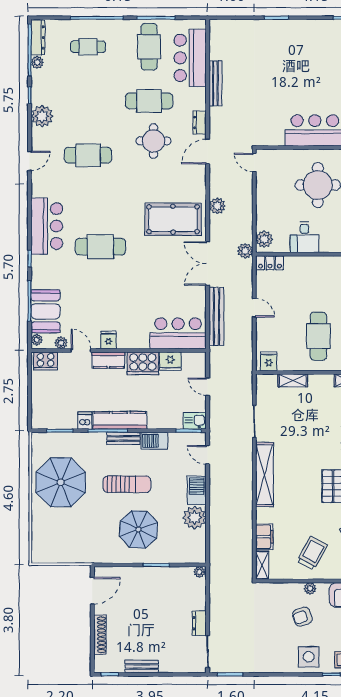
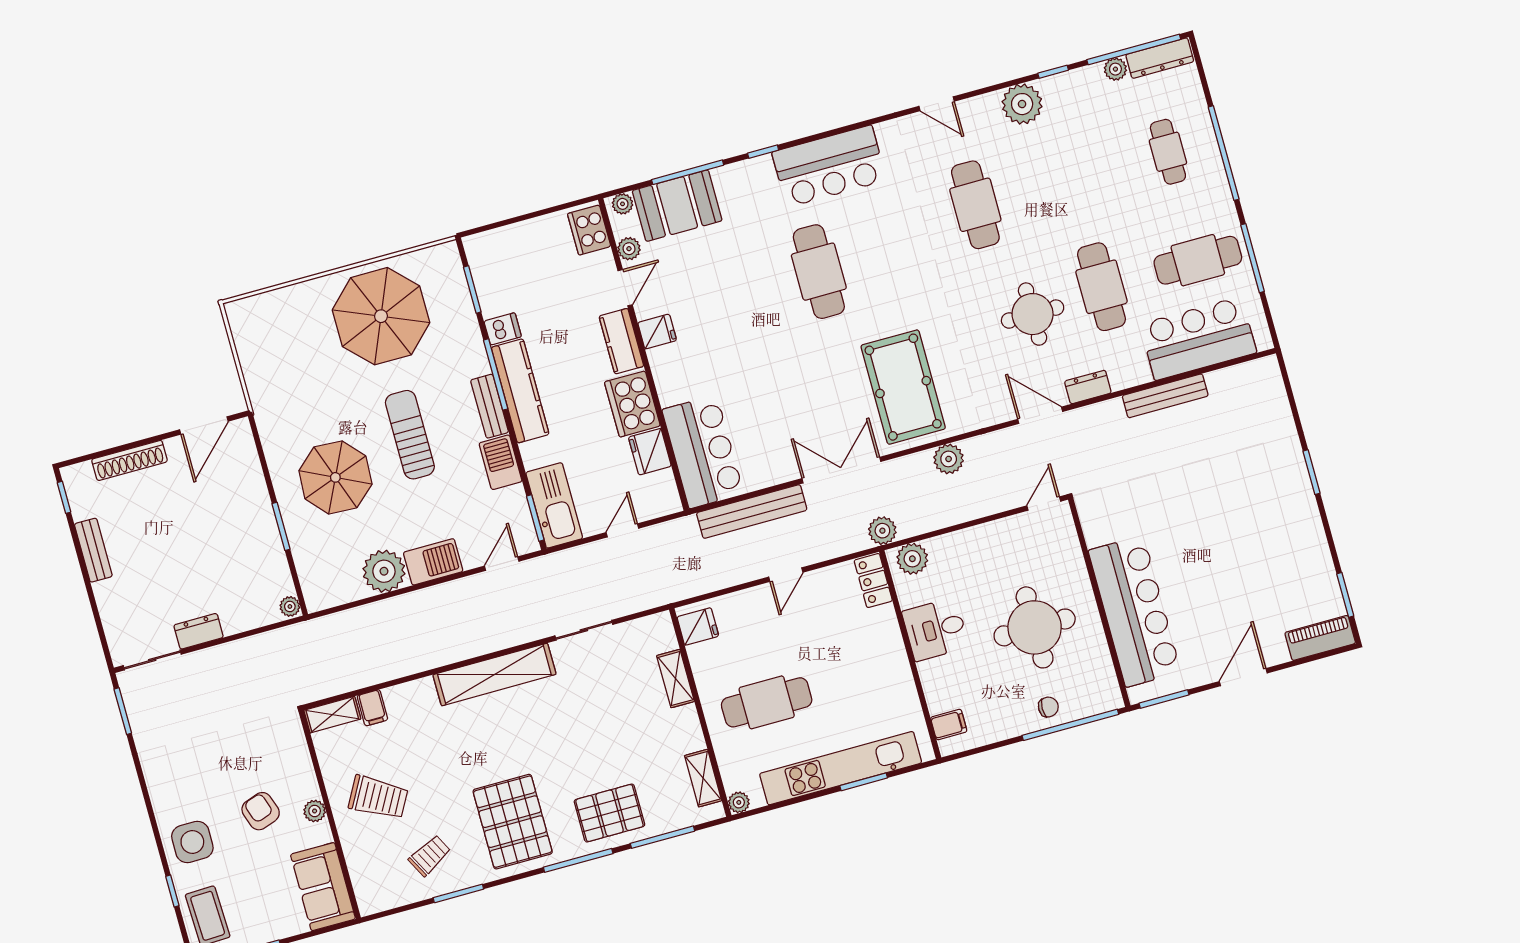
kitchen sink: (195, 421) -> (554, 505), width x1.87, depth x1.24
sun lounger: (127, 484) -> (410, 435), turned 180
filing cabinet: (264, 537) -> (372, 708), width x0.50
door: (92, 591) -> (204, 425), hinge flipped

